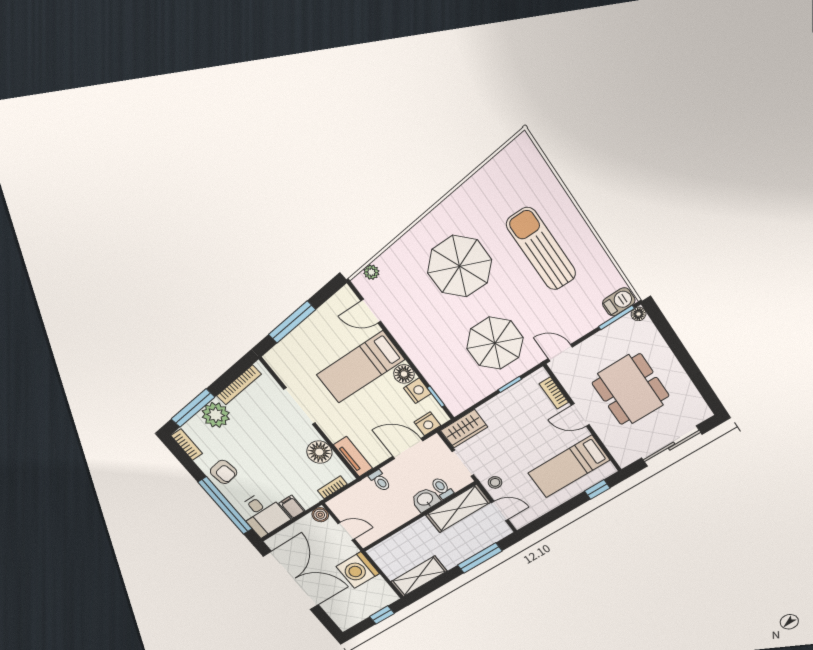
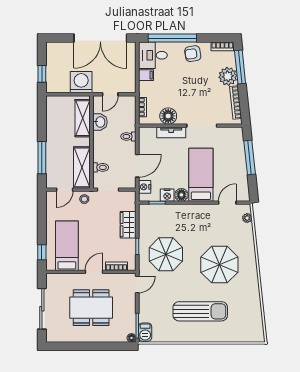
wardrobe: (464, 429) -> (128, 225), moved
tv unit: (353, 457) -> (171, 132), moved
washbasin: (425, 499) -> (100, 122), moved
boiler: (320, 515) -> (130, 87), removed
shelving: (419, 576) -> (83, 118), moved

